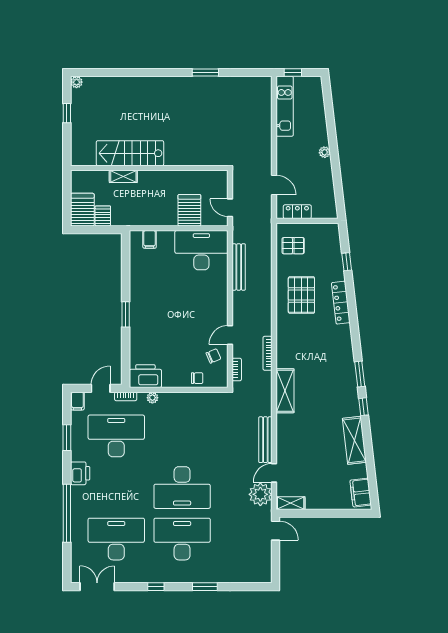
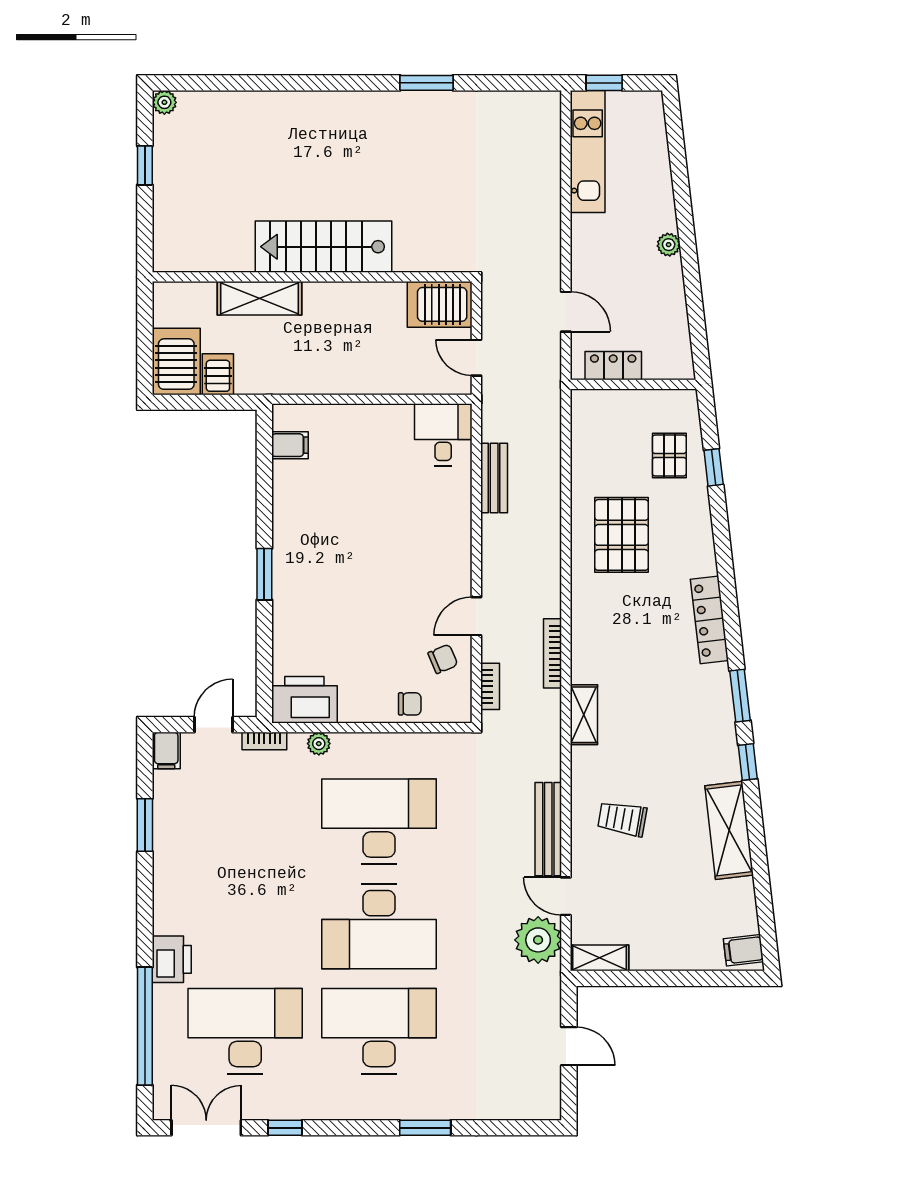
stairs: (130, 153) -> (323, 247), moved
shelving: (123, 176) -> (259, 298), width x1.50, depth x1.33
server rack: (189, 210) -> (440, 304), moved, turned -90
filing cabinet: (150, 239) -> (290, 445), moved, turned -90
pallet: (293, 246) -> (669, 456), moved, turned 90
desk: (201, 250) -> (443, 435), width x0.53, depth x0.77
bench: (239, 267) -> (494, 478), width x0.73
locker: (341, 303) -> (709, 620), moved
shelving: (285, 391) -> (584, 715), width x0.67, depth x0.75
trolley: (302, 435) -> (622, 819), added
desk: (116, 436) -> (379, 821), moved
printer: (80, 473) -> (172, 959), moved
door: (274, 473) -> (566, 896), hinge flipped
filing cabinet: (361, 493) -> (743, 950), width x0.50
window: (67, 513) -> (145, 1026), moved
door: (275, 531) -> (569, 1046), moved
window: (156, 587) -> (285, 1128), moved

